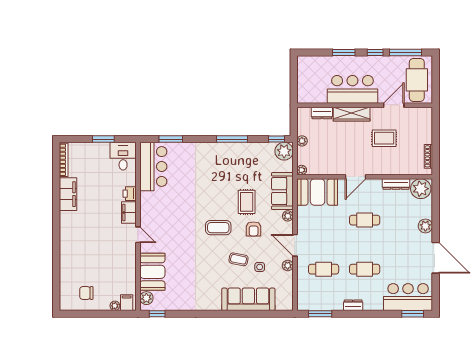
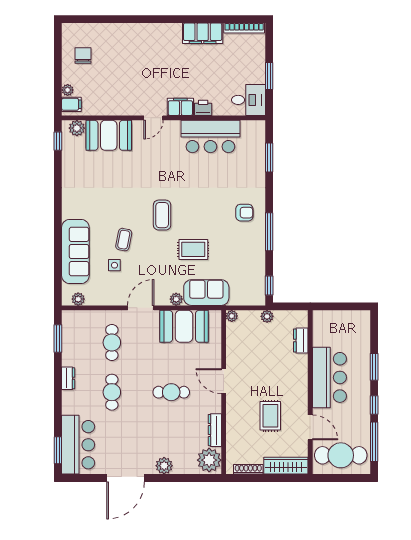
wardrobe: (352, 114) -> (286, 466), moved, turned 90
plant: (284, 151) -> (255, 295), removed
bar counter: (153, 167) -> (210, 136), moved
booth: (318, 192) -> (184, 326), moved, turned 90
cafe table: (365, 220) -> (171, 392), turned 90
armchair: (254, 229) -> (244, 213), moved, turned 180
plant: (288, 265) -> (78, 299), moved

